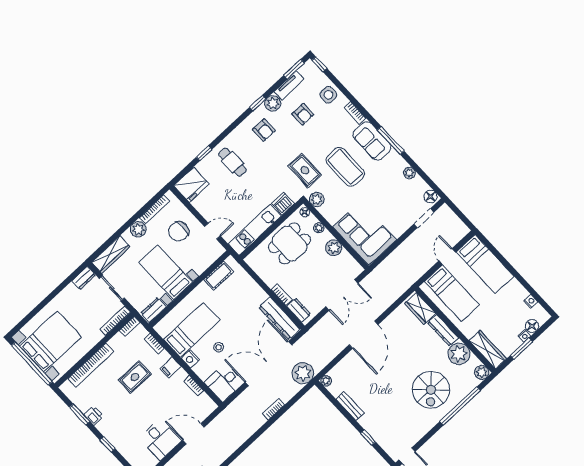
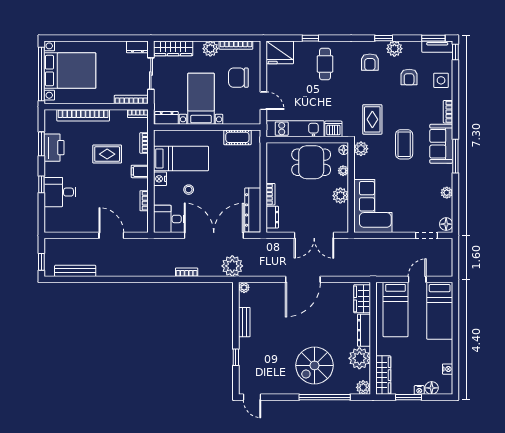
tv unit: (289, 85) -> (437, 47), moved
coffee table: (345, 167) -> (404, 144), width x0.73, depth x0.76
printer: (94, 416) -> (54, 148), width x1.87, depth x1.48
desk: (160, 439) -> (60, 192), moved, turned 90

